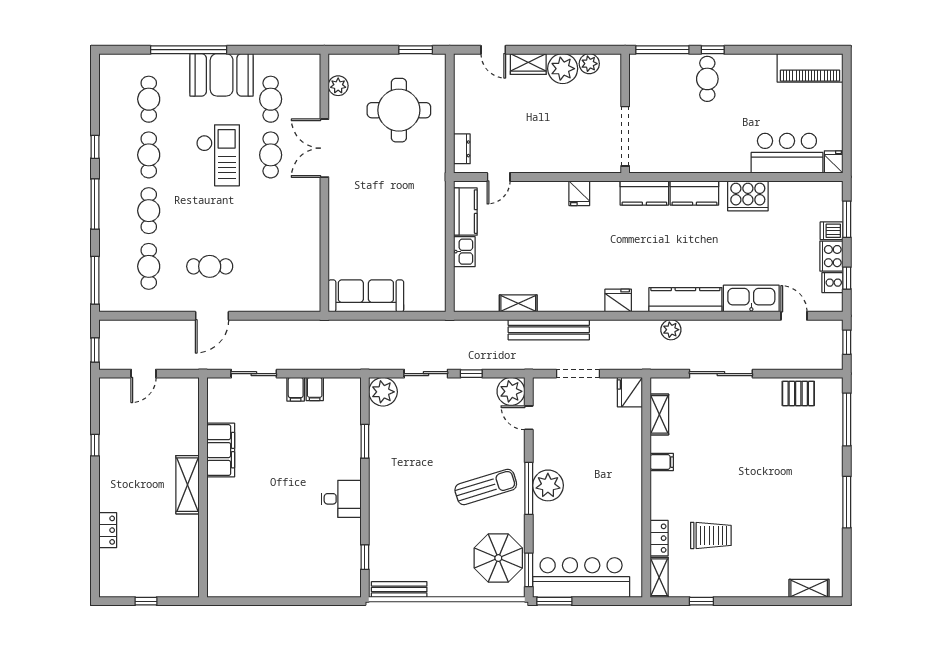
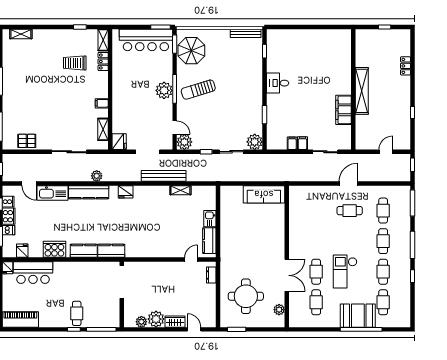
booth: (222, 75) -> (358, 316), moved
fridge: (579, 193) -> (22, 251), moved
shelving: (187, 485) -> (362, 91), width x1.47

